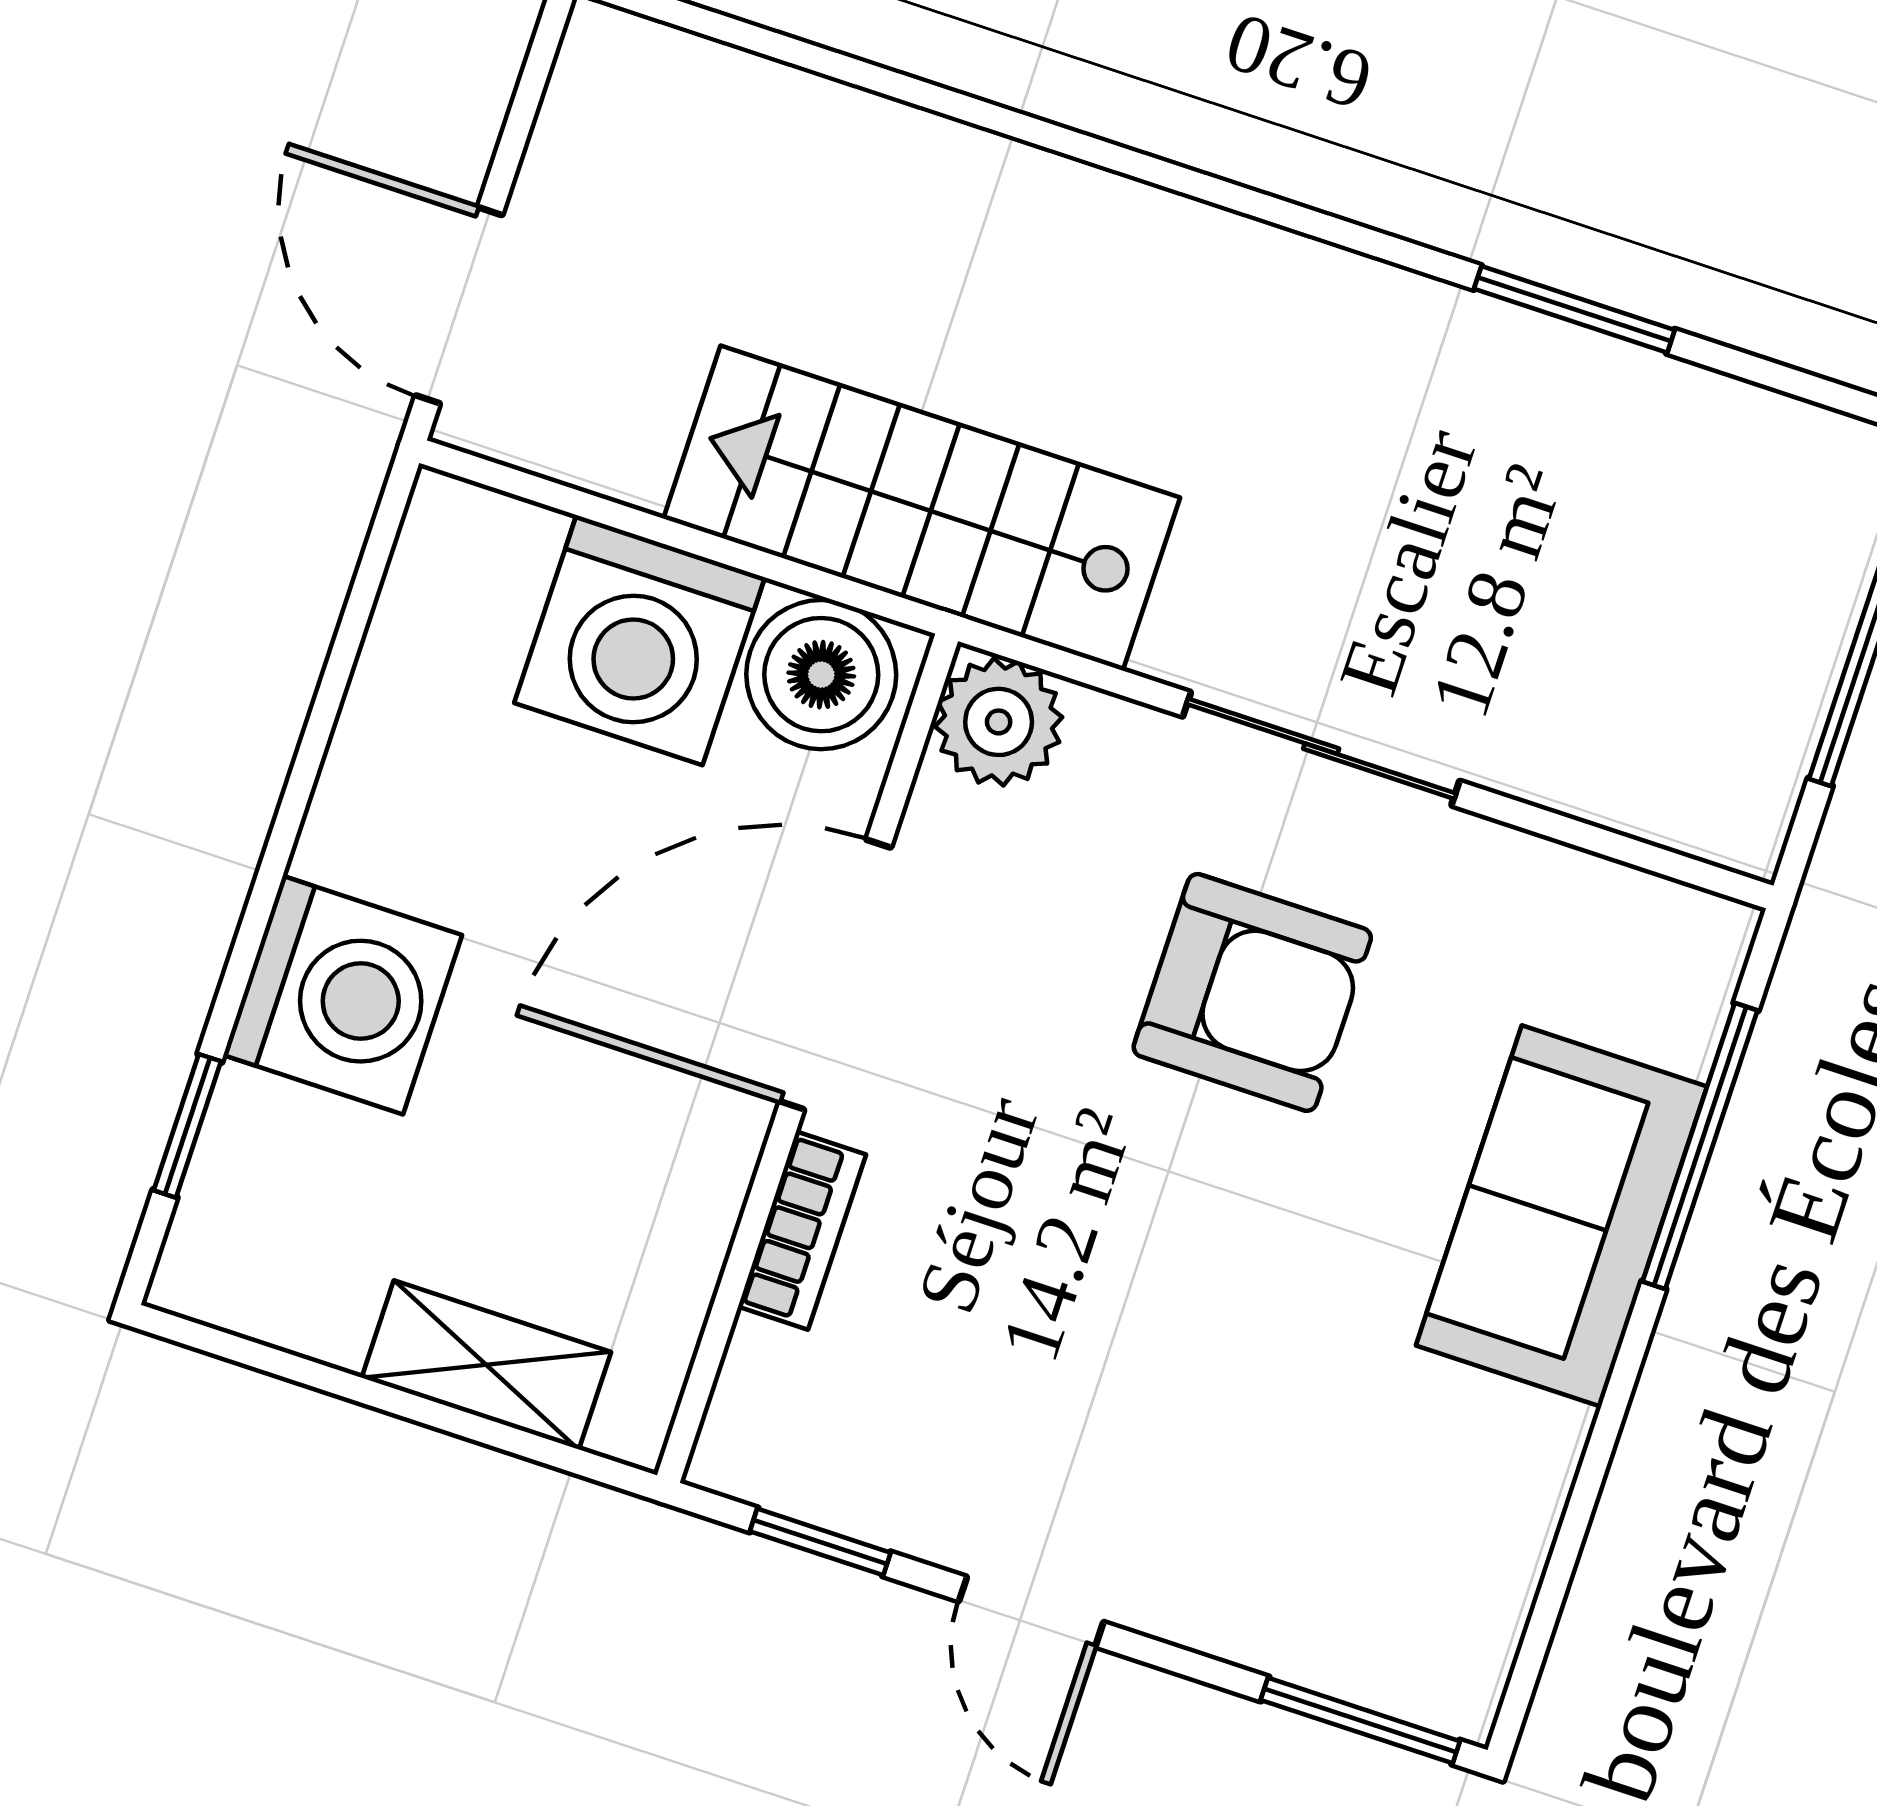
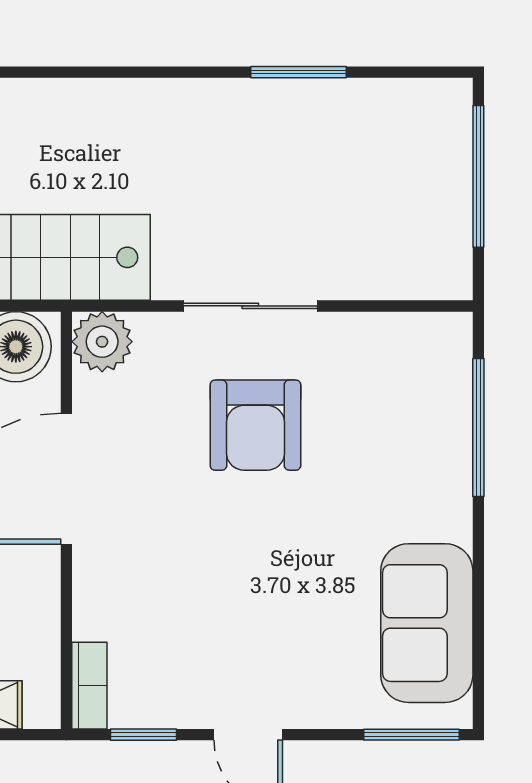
armchair: (1252, 992) -> (255, 425), turned 90
sofa: (1562, 1216) -> (427, 623), moved
bookcase: (802, 1230) -> (89, 686), moved

